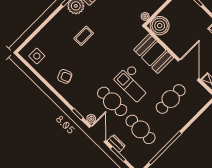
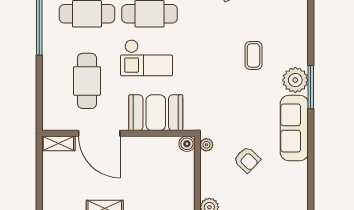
boiler: (160, 26) -> (187, 144), width x0.54, depth x0.54
checkout: (133, 83) -> (147, 58), turned 180

